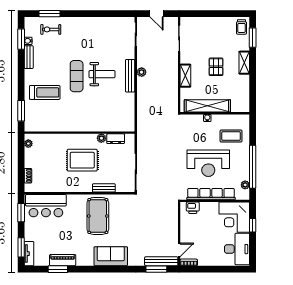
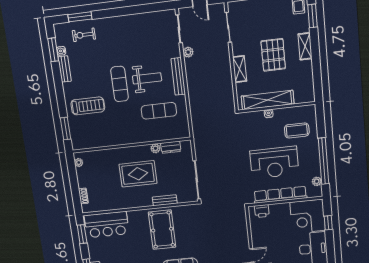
pallet: (216, 67) -> (273, 55), width x1.50, depth x1.42
plant: (142, 72) -> (188, 52), moved
exercise mat: (109, 104) -> (159, 111), added

